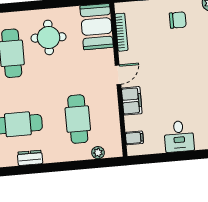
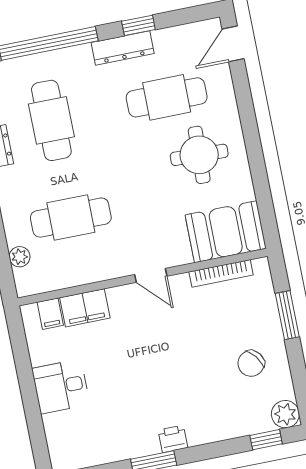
chair: (178, 20) -> (251, 363), turned 53
filing cabinet: (132, 101) -> (85, 308), moved

